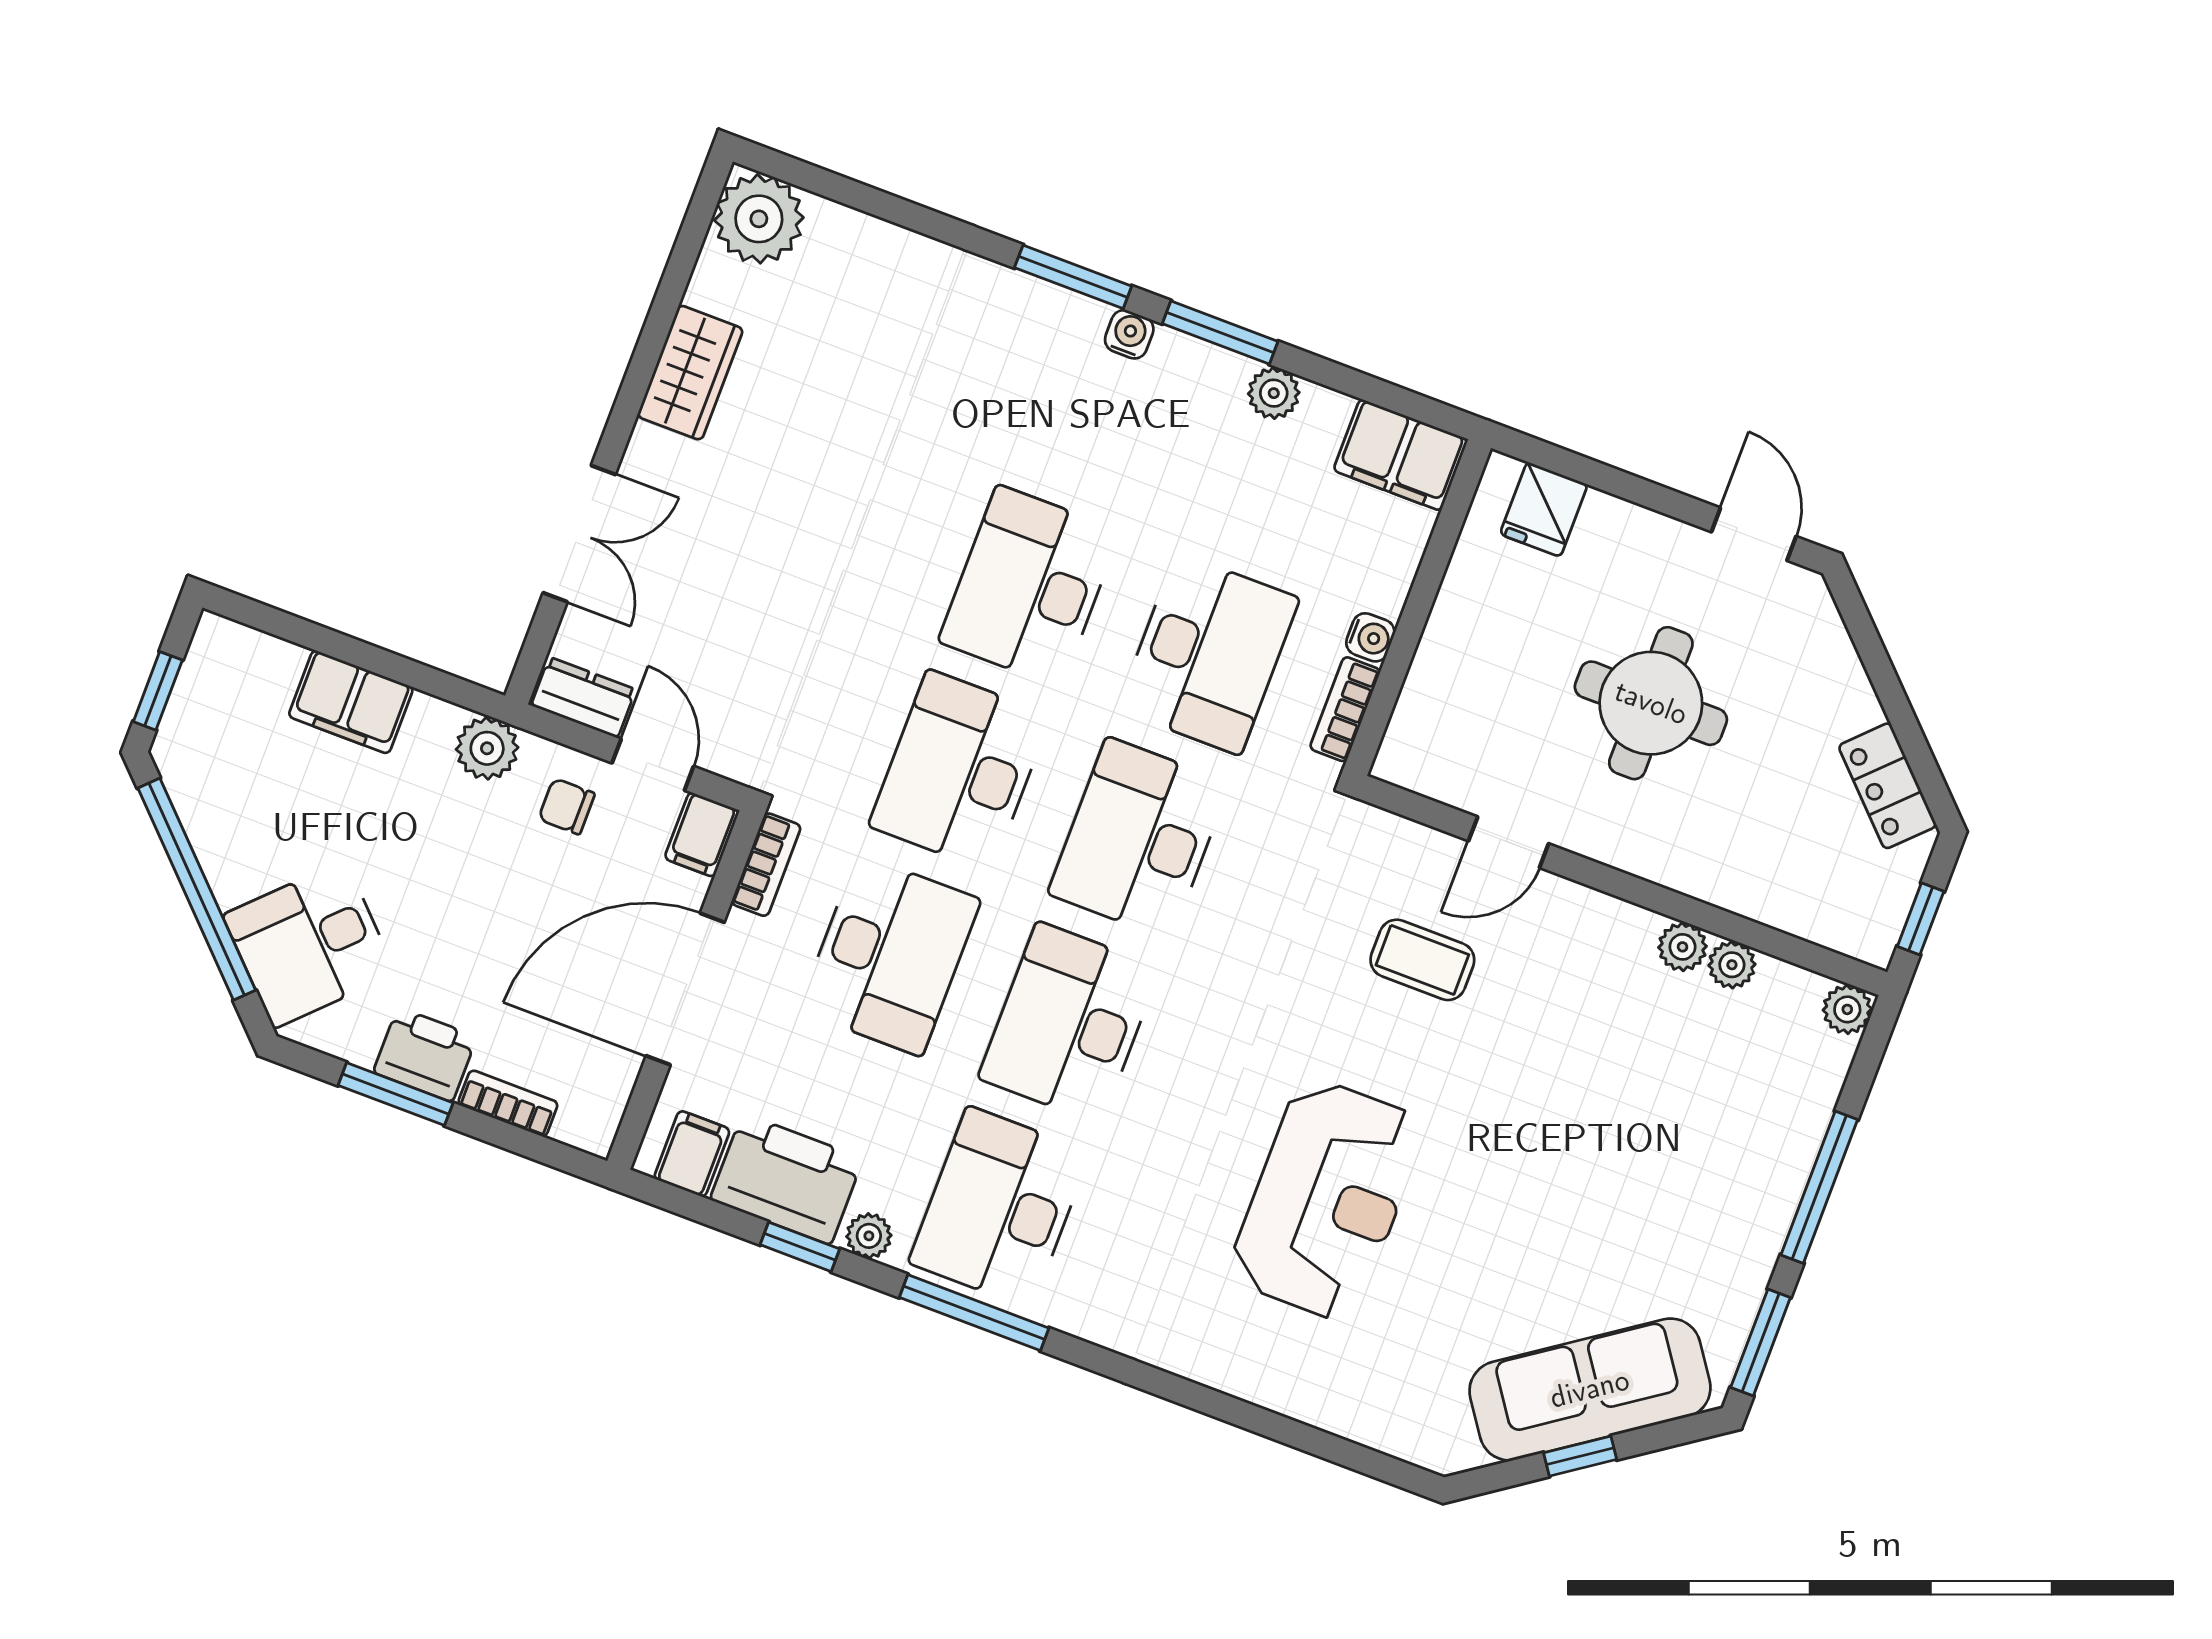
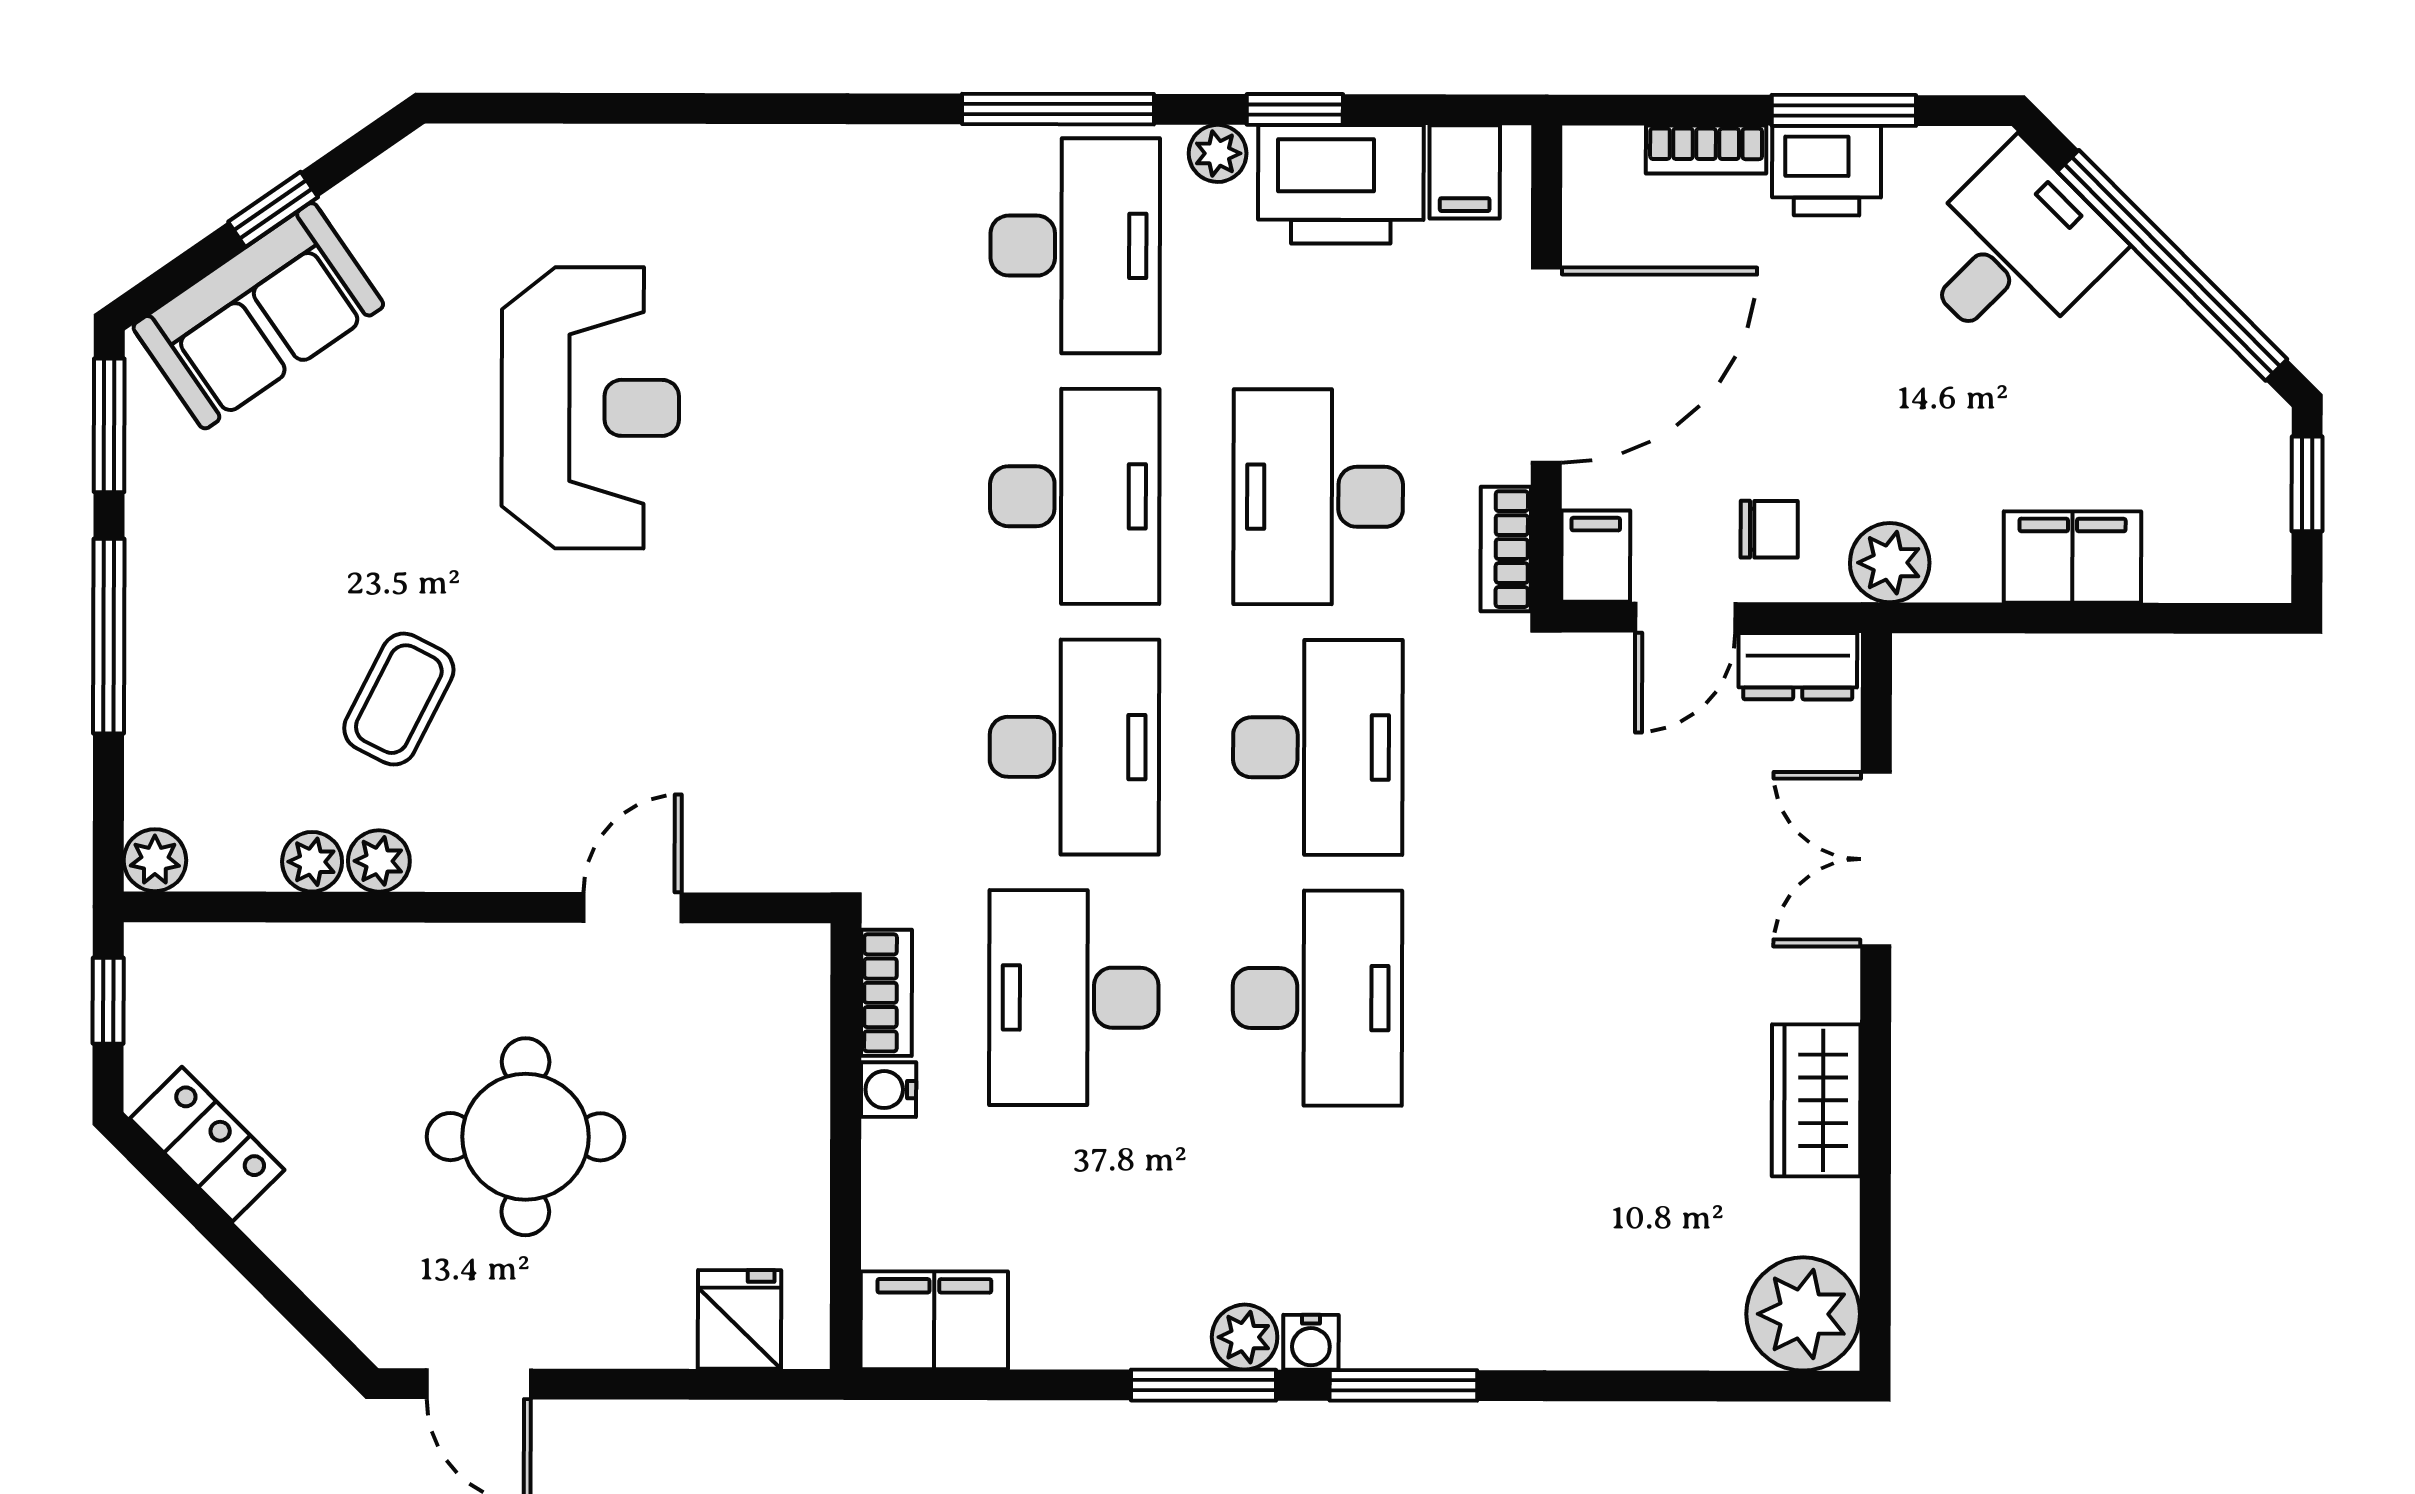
plant: (1274, 393) -> (1245, 1337), moved
door: (653, 765) -> (1685, 617), hinge flipped
coffee table: (1422, 960) -> (399, 699), moved, turned -63
reception desk: (1327, 1199) -> (590, 408), moved, turned 180
sofa: (1590, 1389) -> (258, 316), width x0.73

